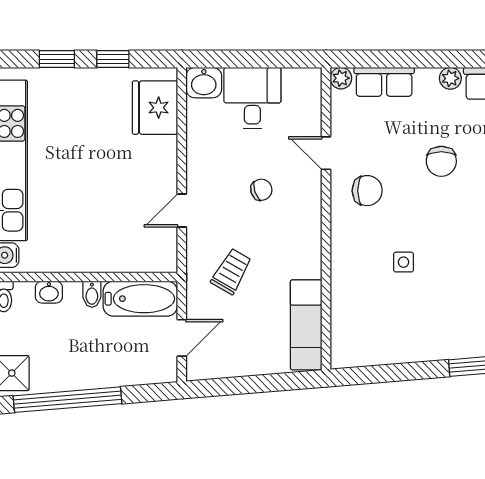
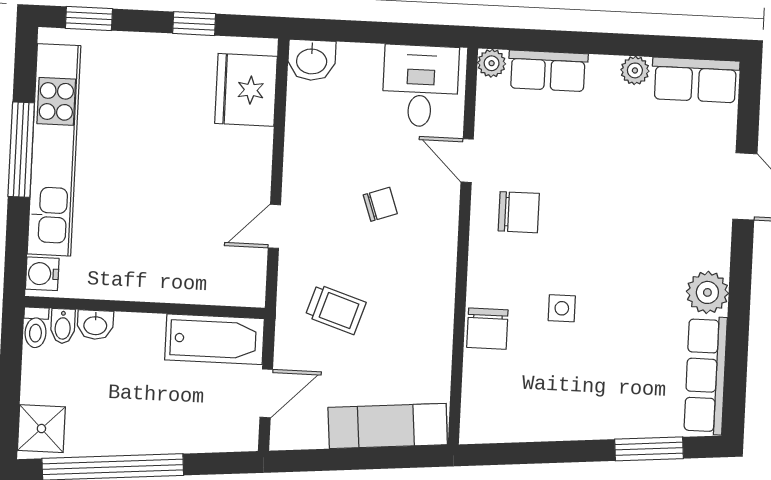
window: (57, 59) -> (89, 18), moved
desk: (252, 98) -> (420, 86), moved
chair: (441, 161) -> (487, 329), moved
trolley: (231, 271) -> (336, 309), turned 78
bidet: (92, 294) -> (63, 326), moved
exam couch: (306, 325) -> (388, 426), moved, turned 85

